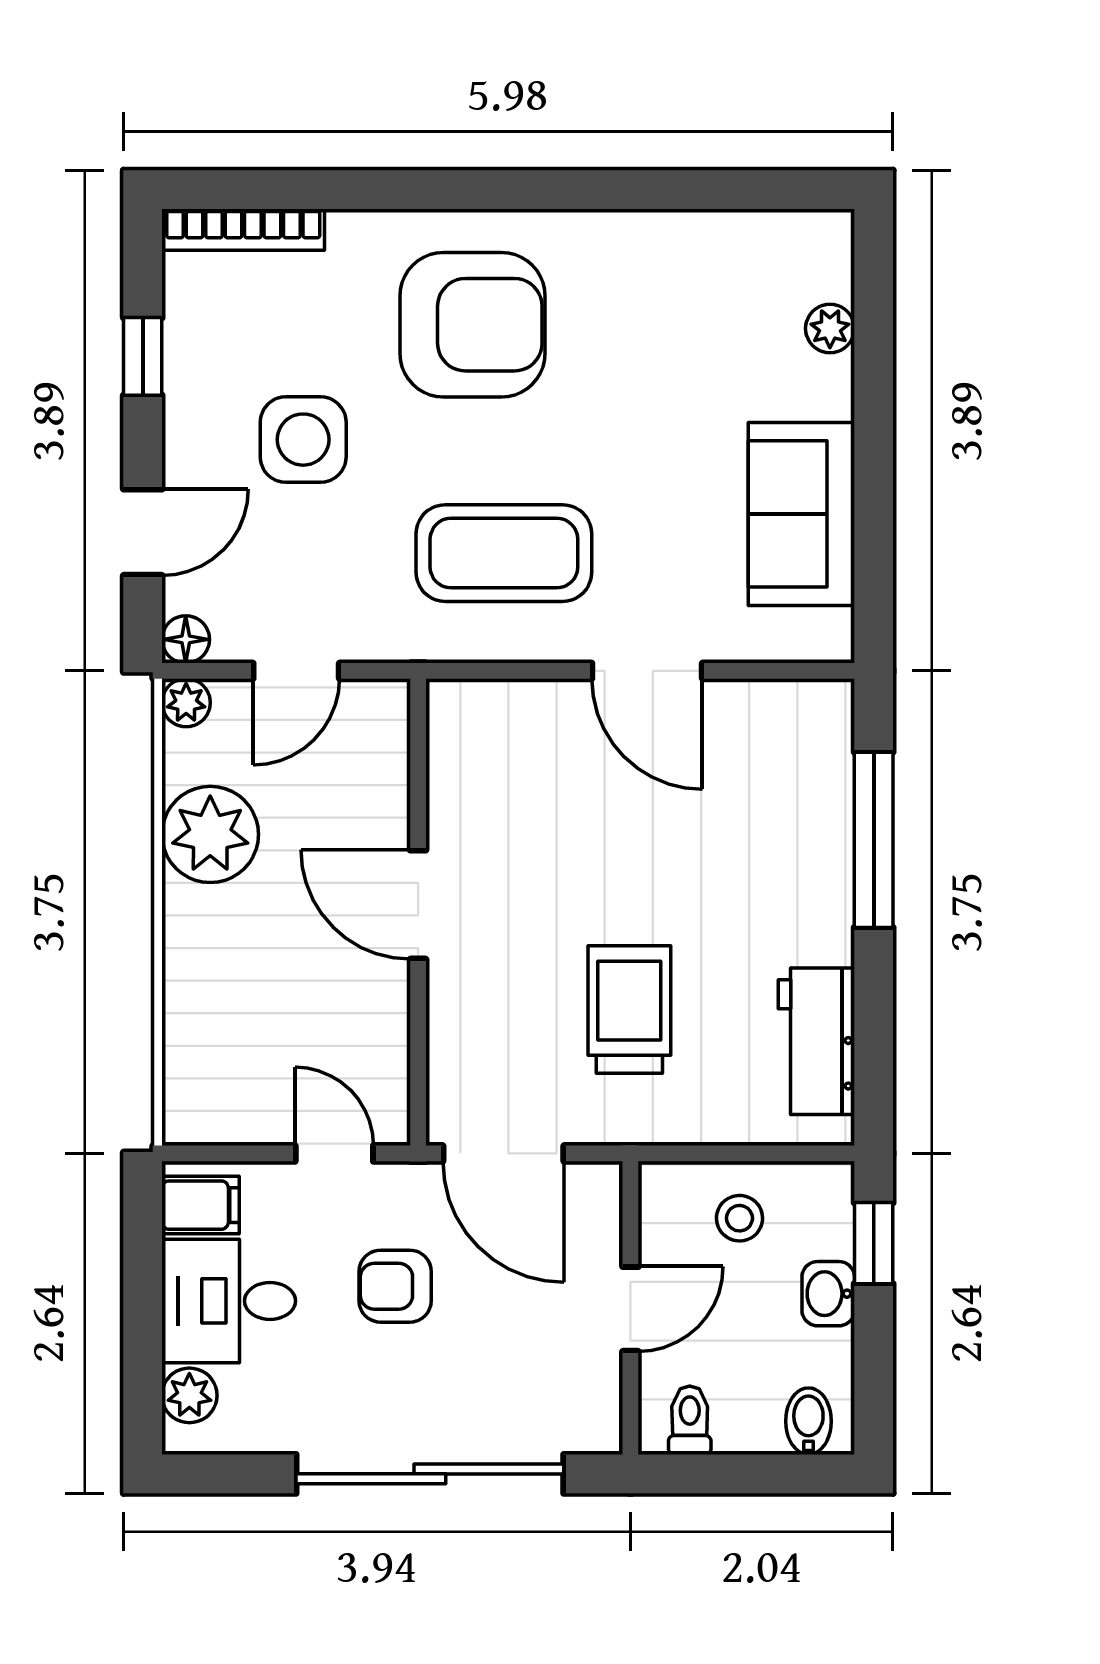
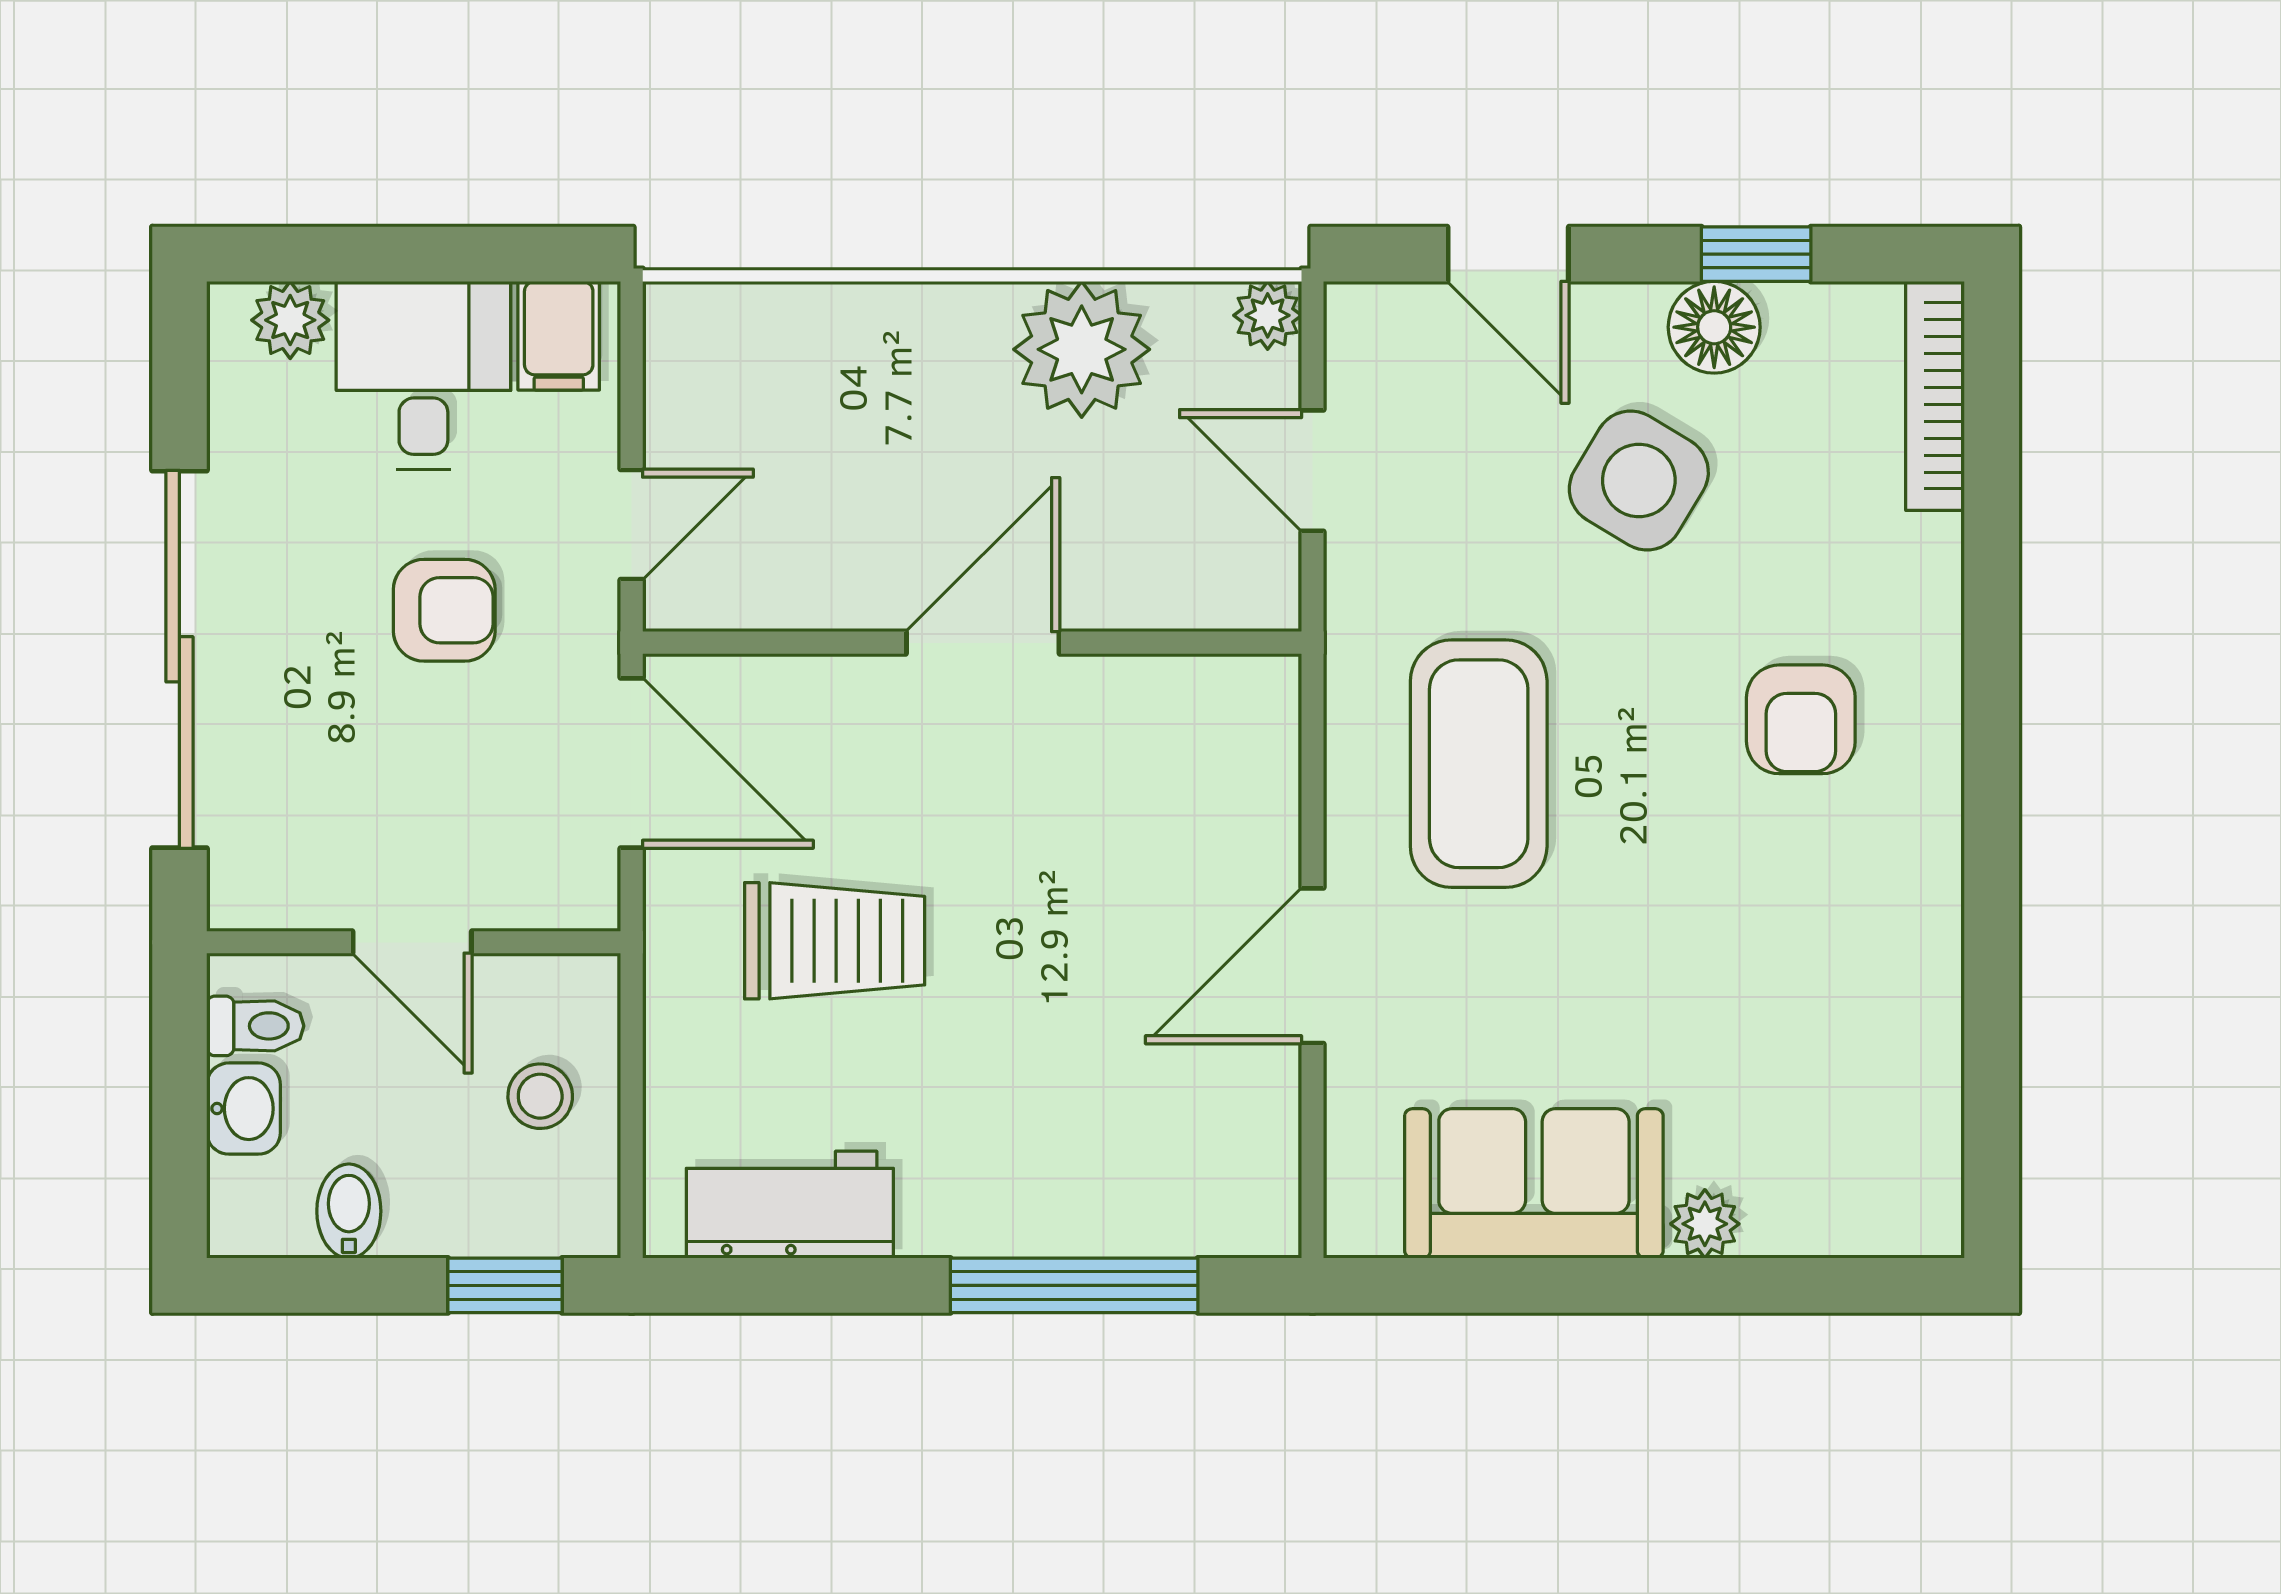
armchair: (472, 325) -> (1801, 719), width x0.53, depth x0.53
plant: (830, 328) -> (1705, 1224), moved
side table: (303, 440) -> (1639, 480), turned 31
floor lamp: (186, 639) -> (1714, 327), moved, width x1.37, depth x1.37
door: (503, 1153) -> (632, 763), swing flipped
armchair: (395, 1286) -> (444, 610), turned 90
washbasin: (828, 1294) -> (244, 1109), moved, turned 90
bidet: (808, 1421) -> (349, 1211), moved, turned -90

